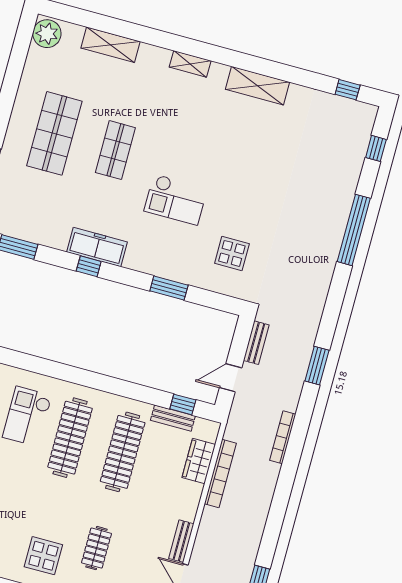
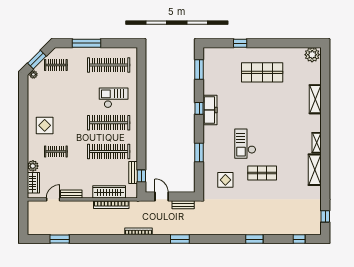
shelving: (110, 45) -> (315, 99), moved
shelving: (190, 64) -> (317, 143), moved
shop shelf: (115, 150) -> (262, 173), moved
window: (354, 230) -> (254, 239), width x0.47
wardrobe: (199, 461) -> (109, 192), width x1.50

